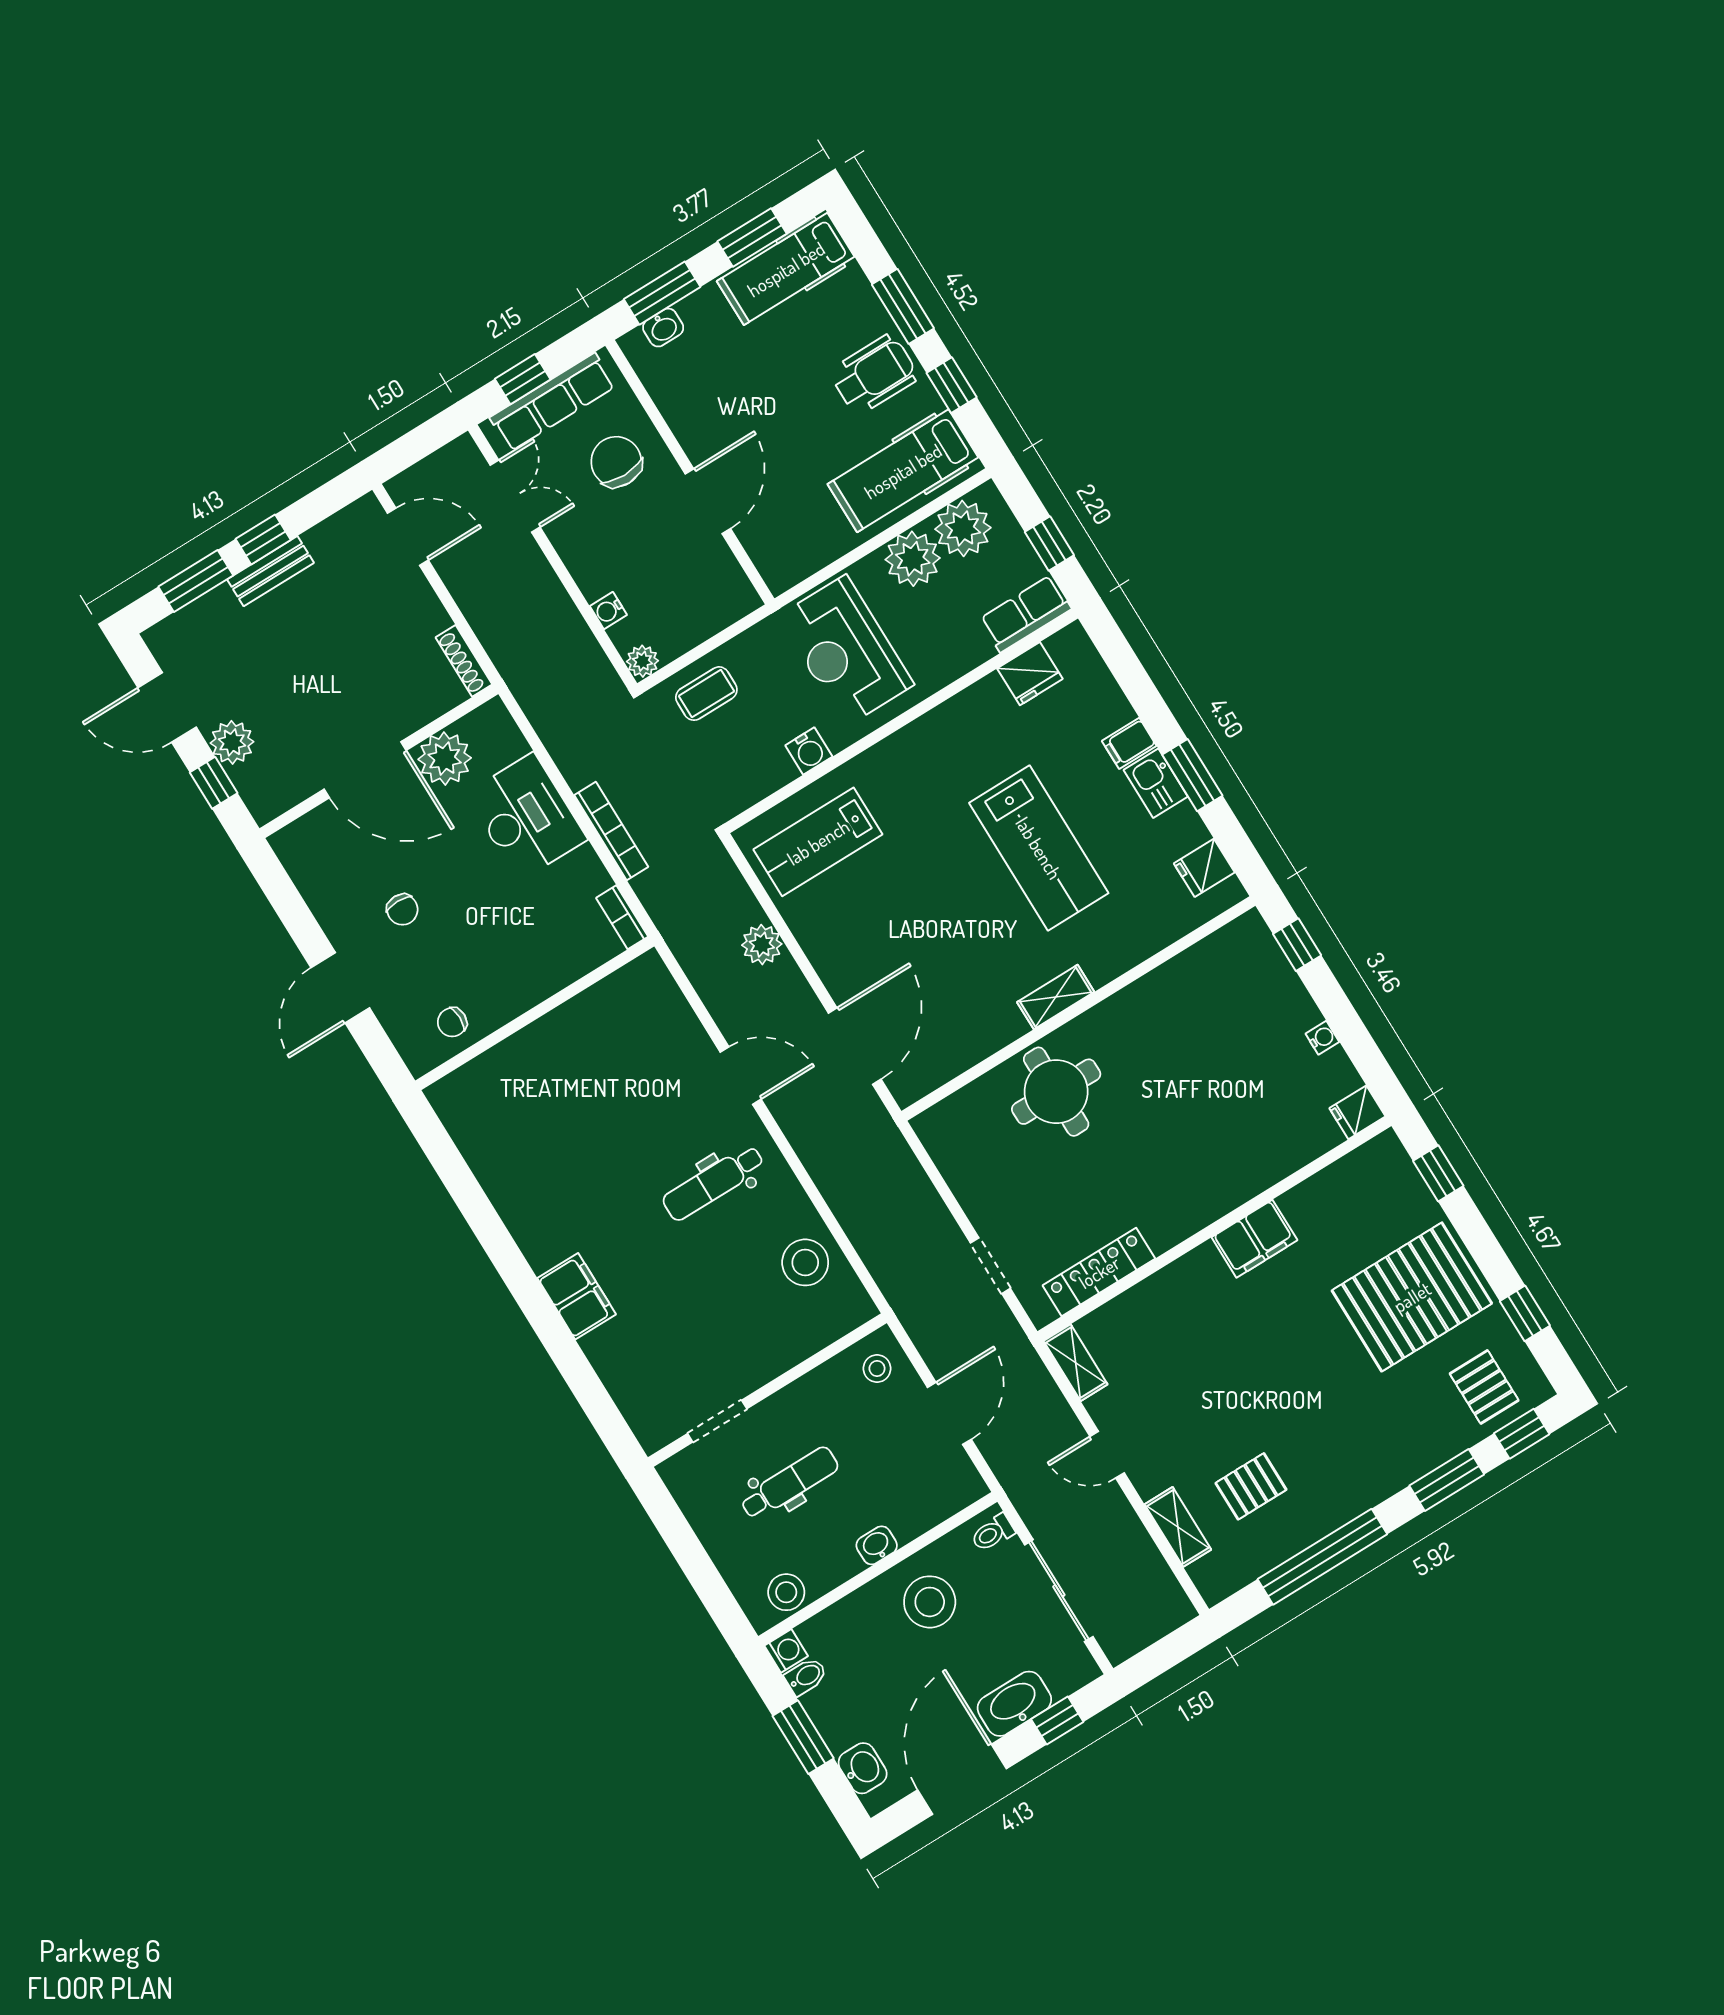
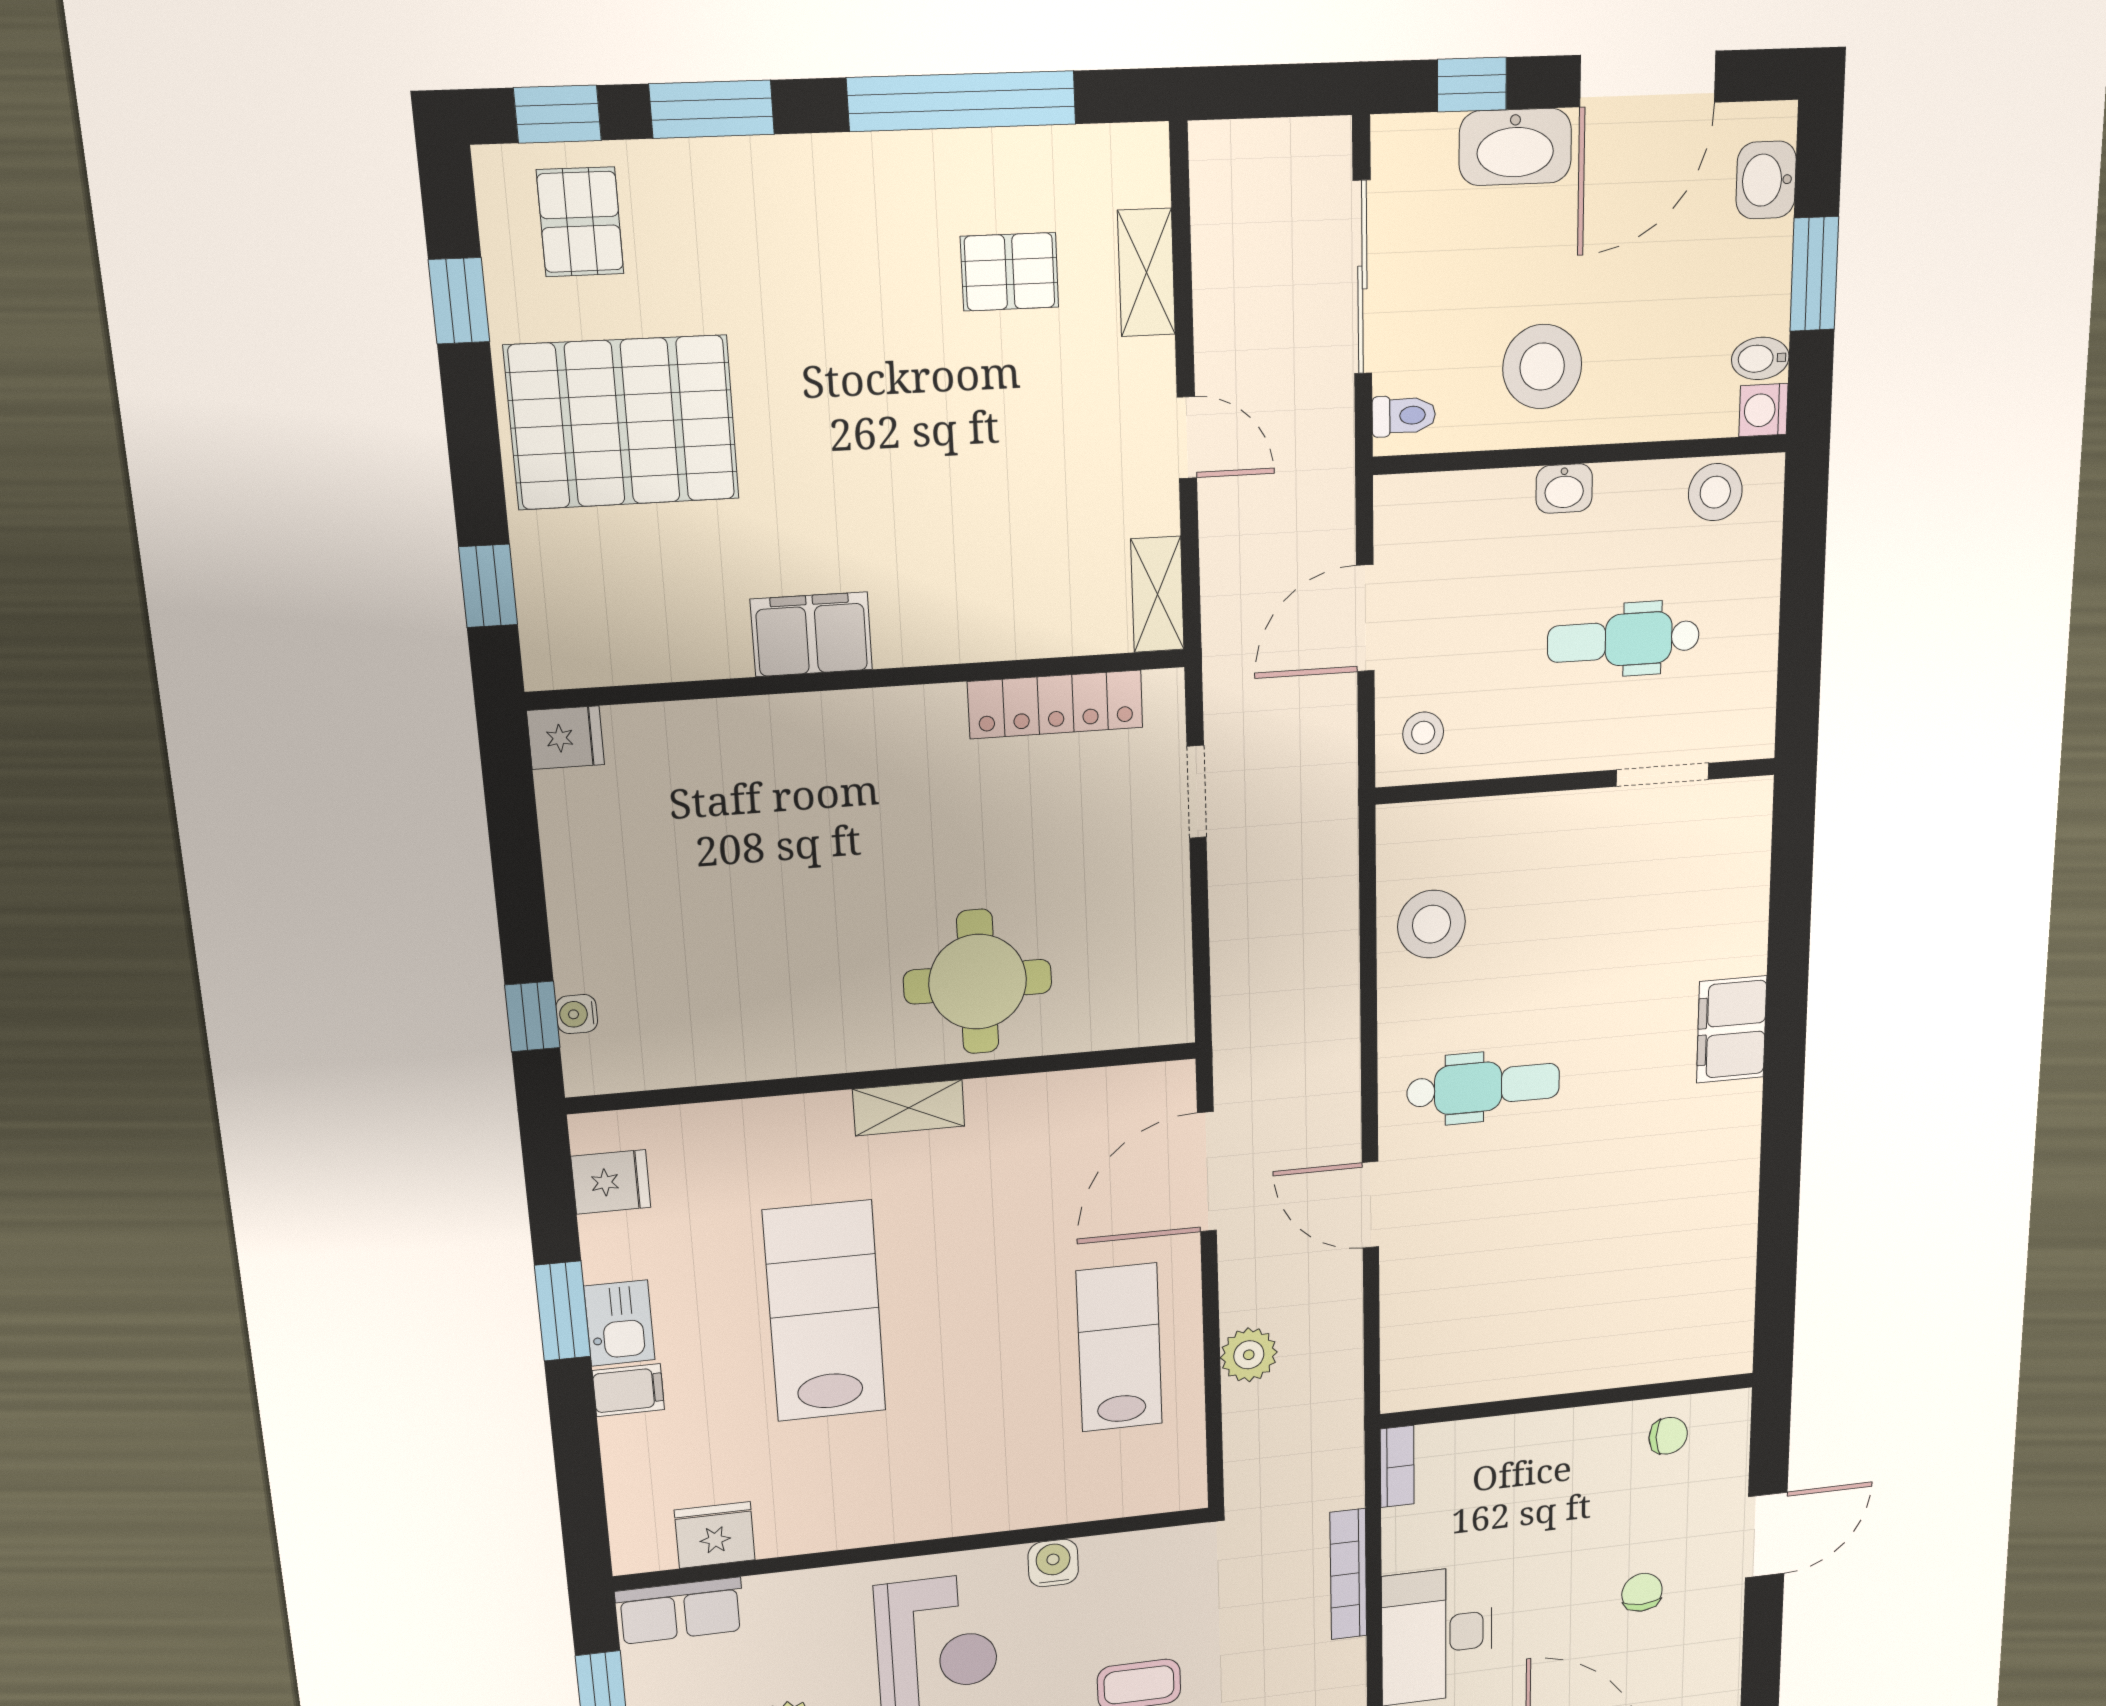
lab bench: (818, 842) -> (1119, 1348), moved, turned -90
water cooler: (1322, 1038) -> (577, 1014), moved

